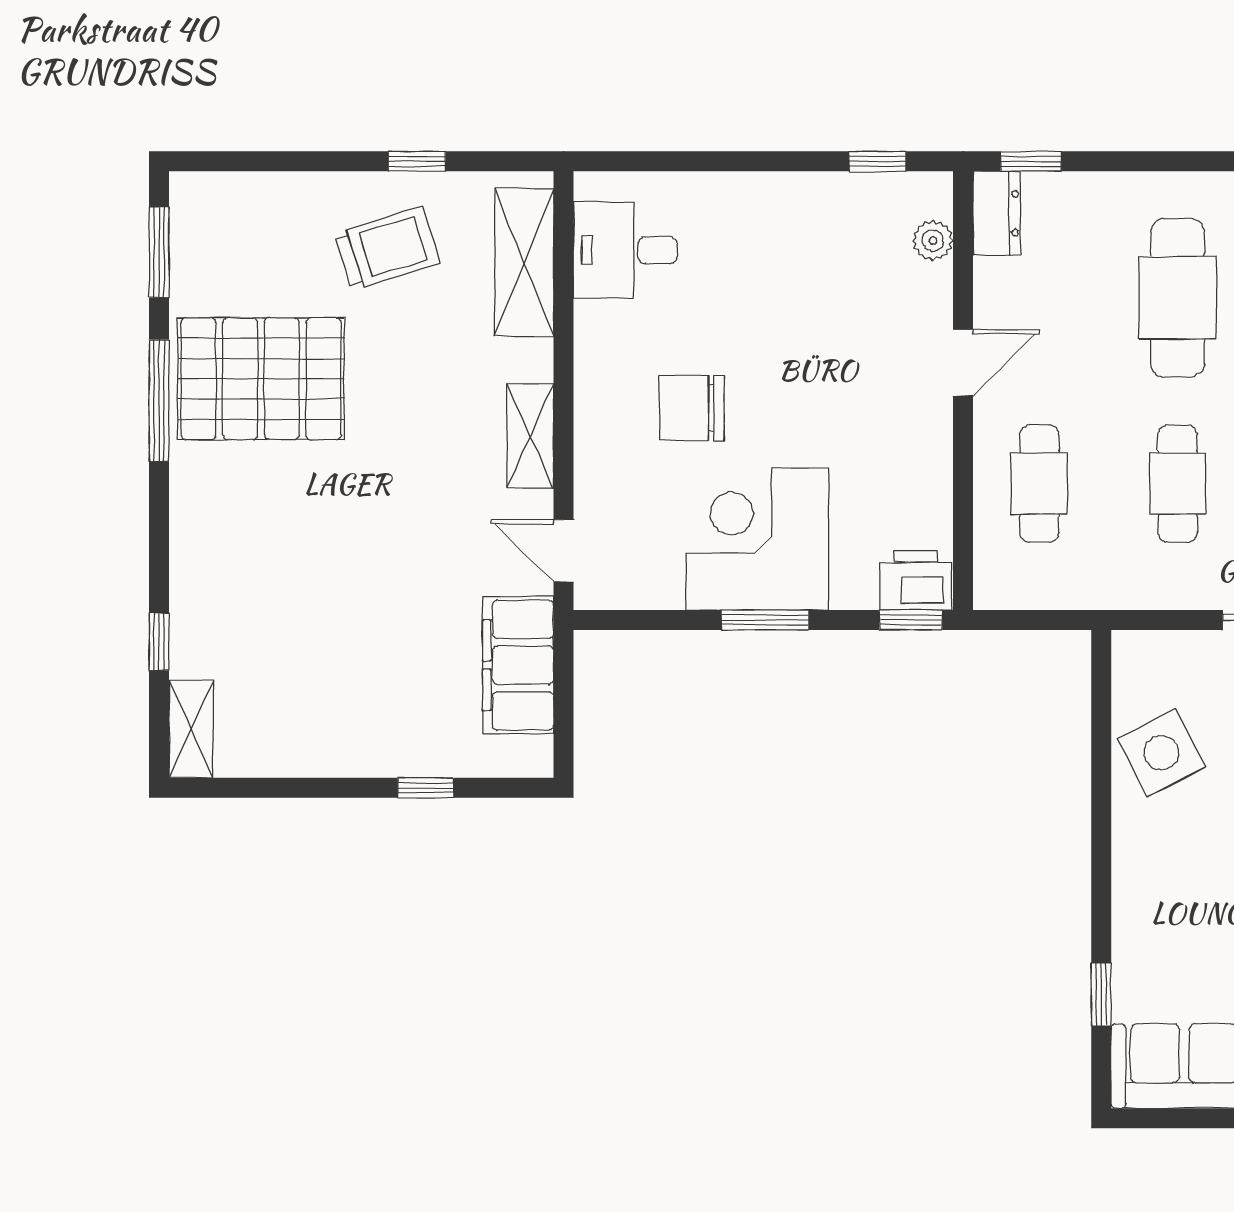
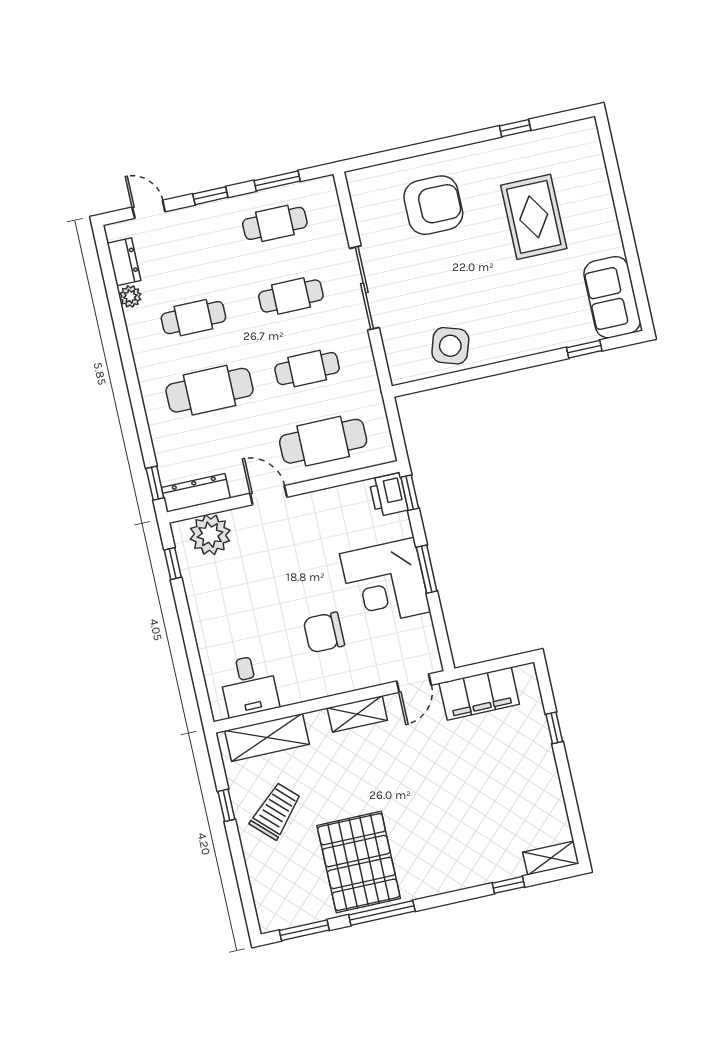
dresser: (997, 213) -> (196, 493), width x1.44
plant: (933, 241) -> (210, 535), width x1.87, depth x1.87
trolley: (387, 248) -> (276, 811), turned 61
chair: (692, 408) -> (324, 632), turned 90
cafe table: (1039, 484) -> (323, 441), width x1.37, depth x1.35
side table: (1161, 753) -> (450, 346), turned 45

